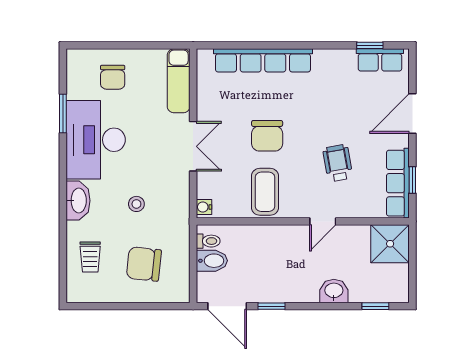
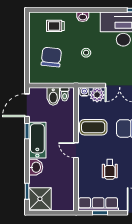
wheelchair: (338, 163) -> (110, 169), turned 100
plant: (209, 185) -> (97, 95), added
washbasin: (78, 201) -> (83, 17), width x0.52, depth x0.69
door: (323, 221) -> (76, 150), moved
shower: (390, 244) -> (40, 199), moved
bathtub: (287, 288) -> (37, 140), added

